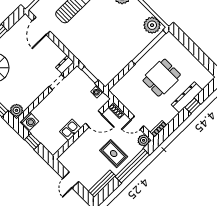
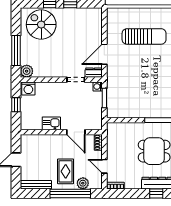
door: (41, 26) -> (104, 54), moved
washing machine: (97, 92) -> (98, 86), moved
plant: (144, 140) -> (83, 183), moved

